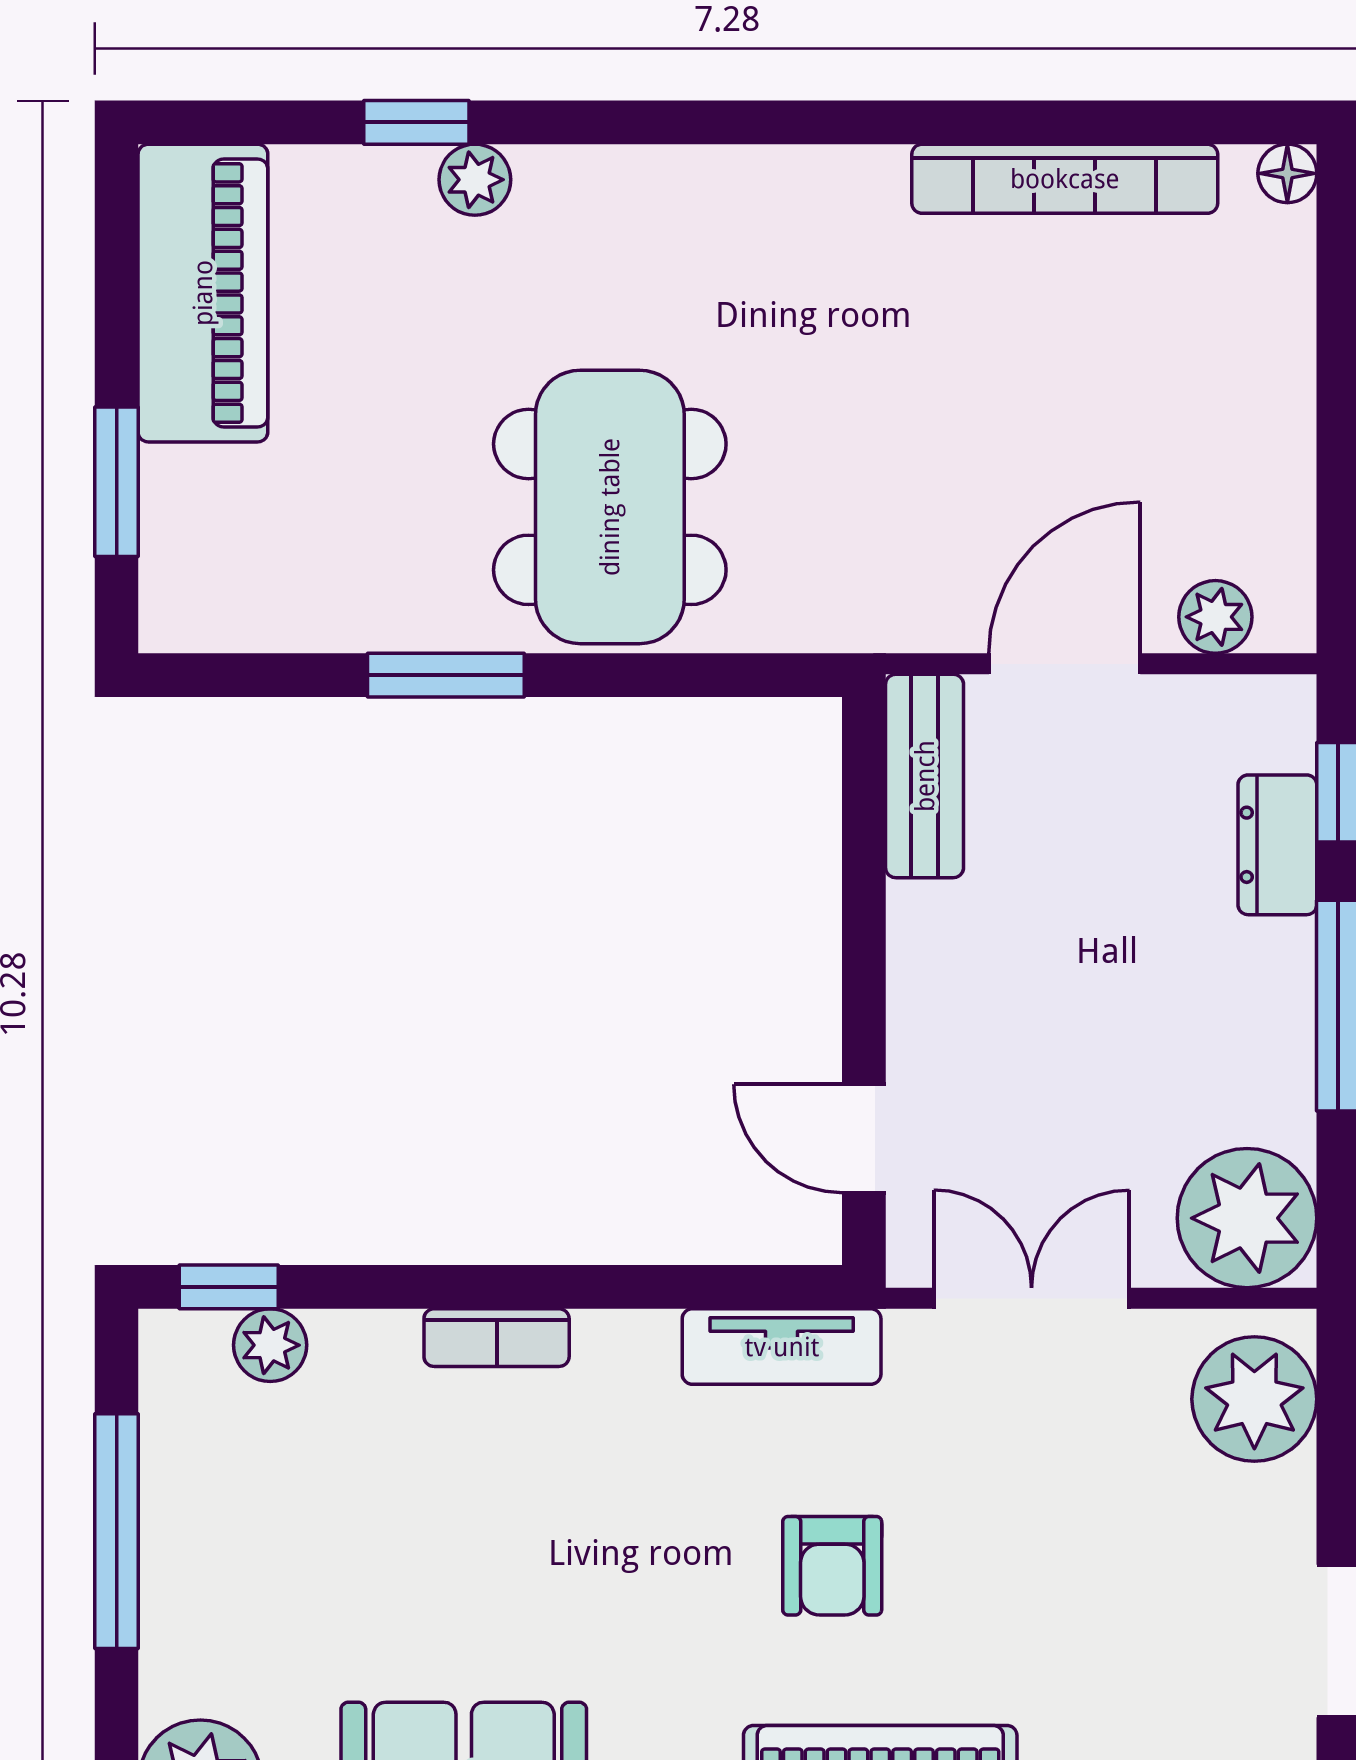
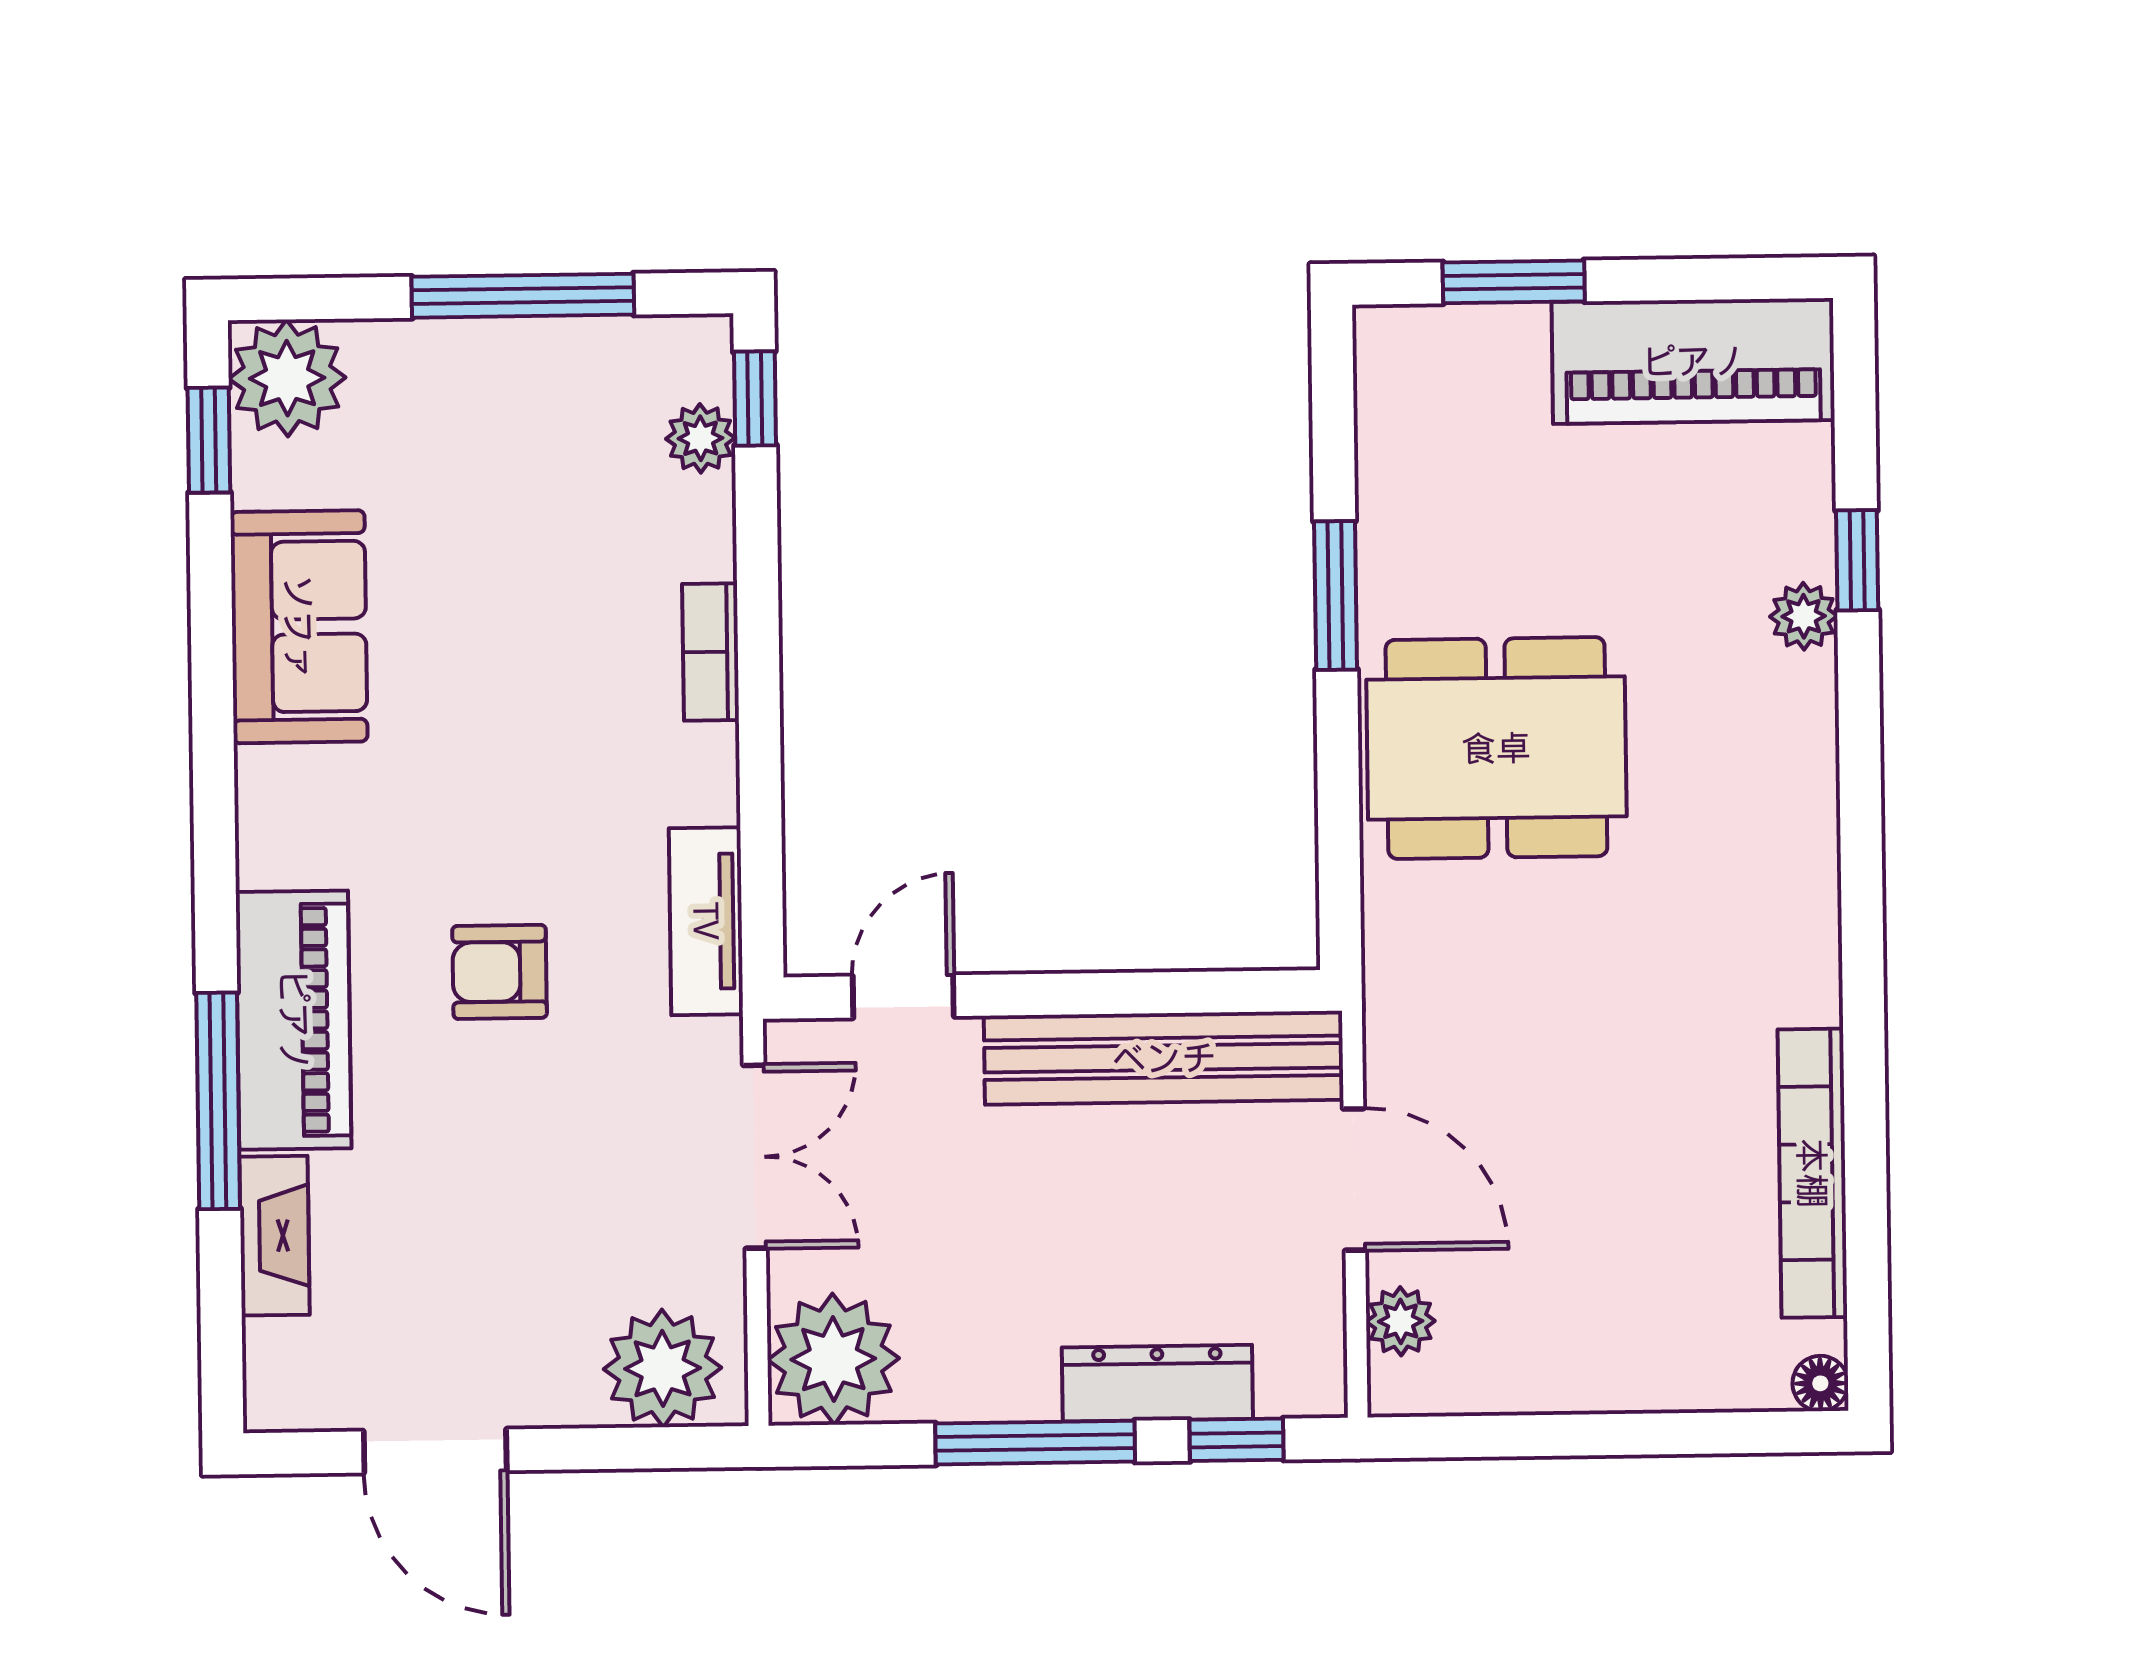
bench: (925, 776) -> (1164, 1058), width x1.86, depth x1.21
dresser: (1277, 845) -> (1157, 1383), width x1.44

